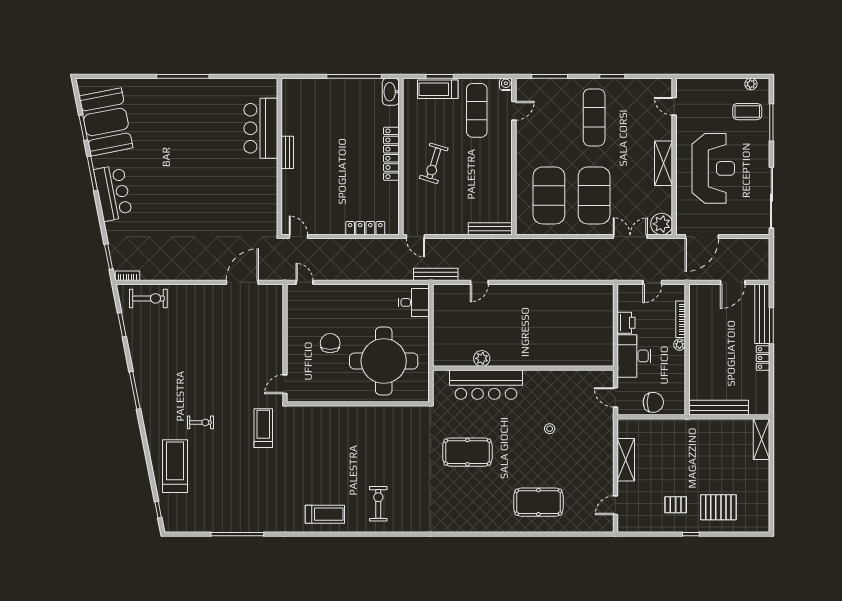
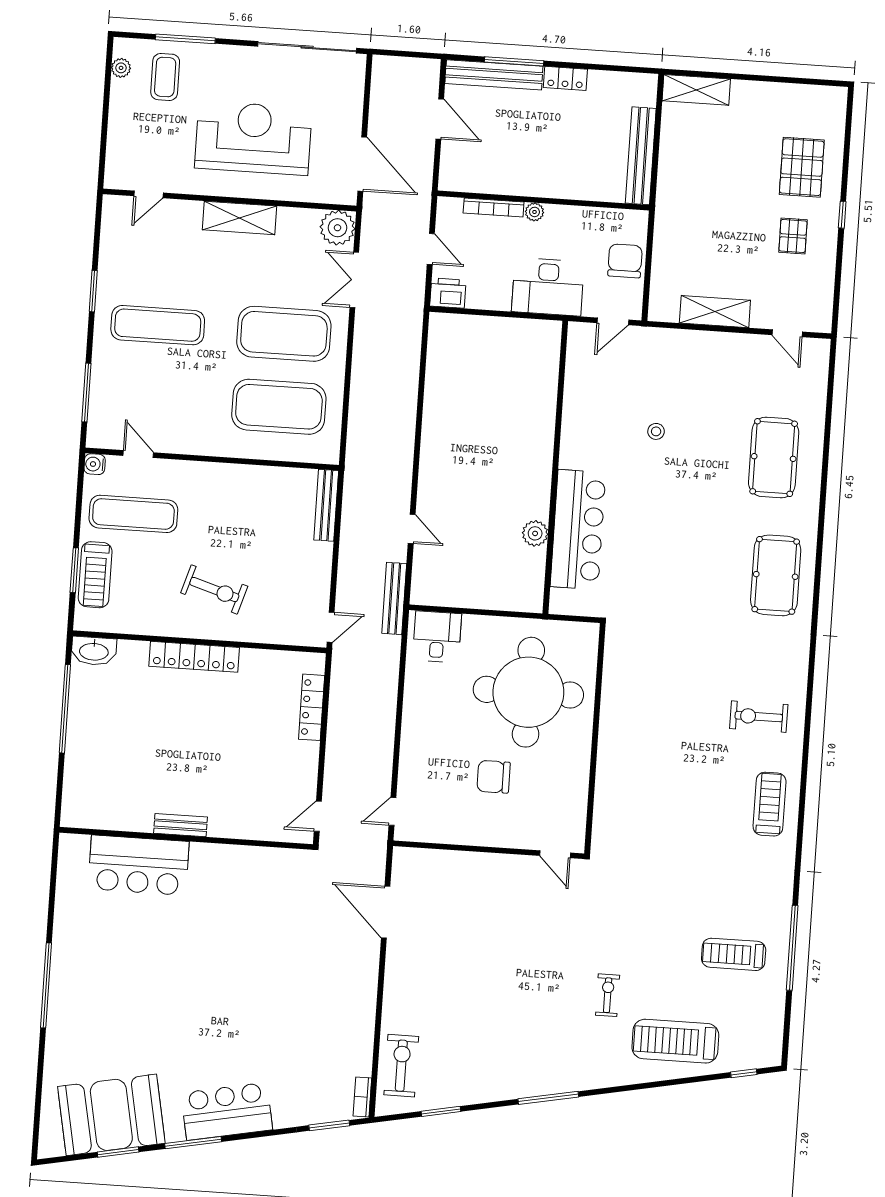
printer: (626, 323) -> (448, 293), moved
treadmill: (263, 428) -> (734, 954), moved
pool table: (467, 452) -> (776, 575), moved

